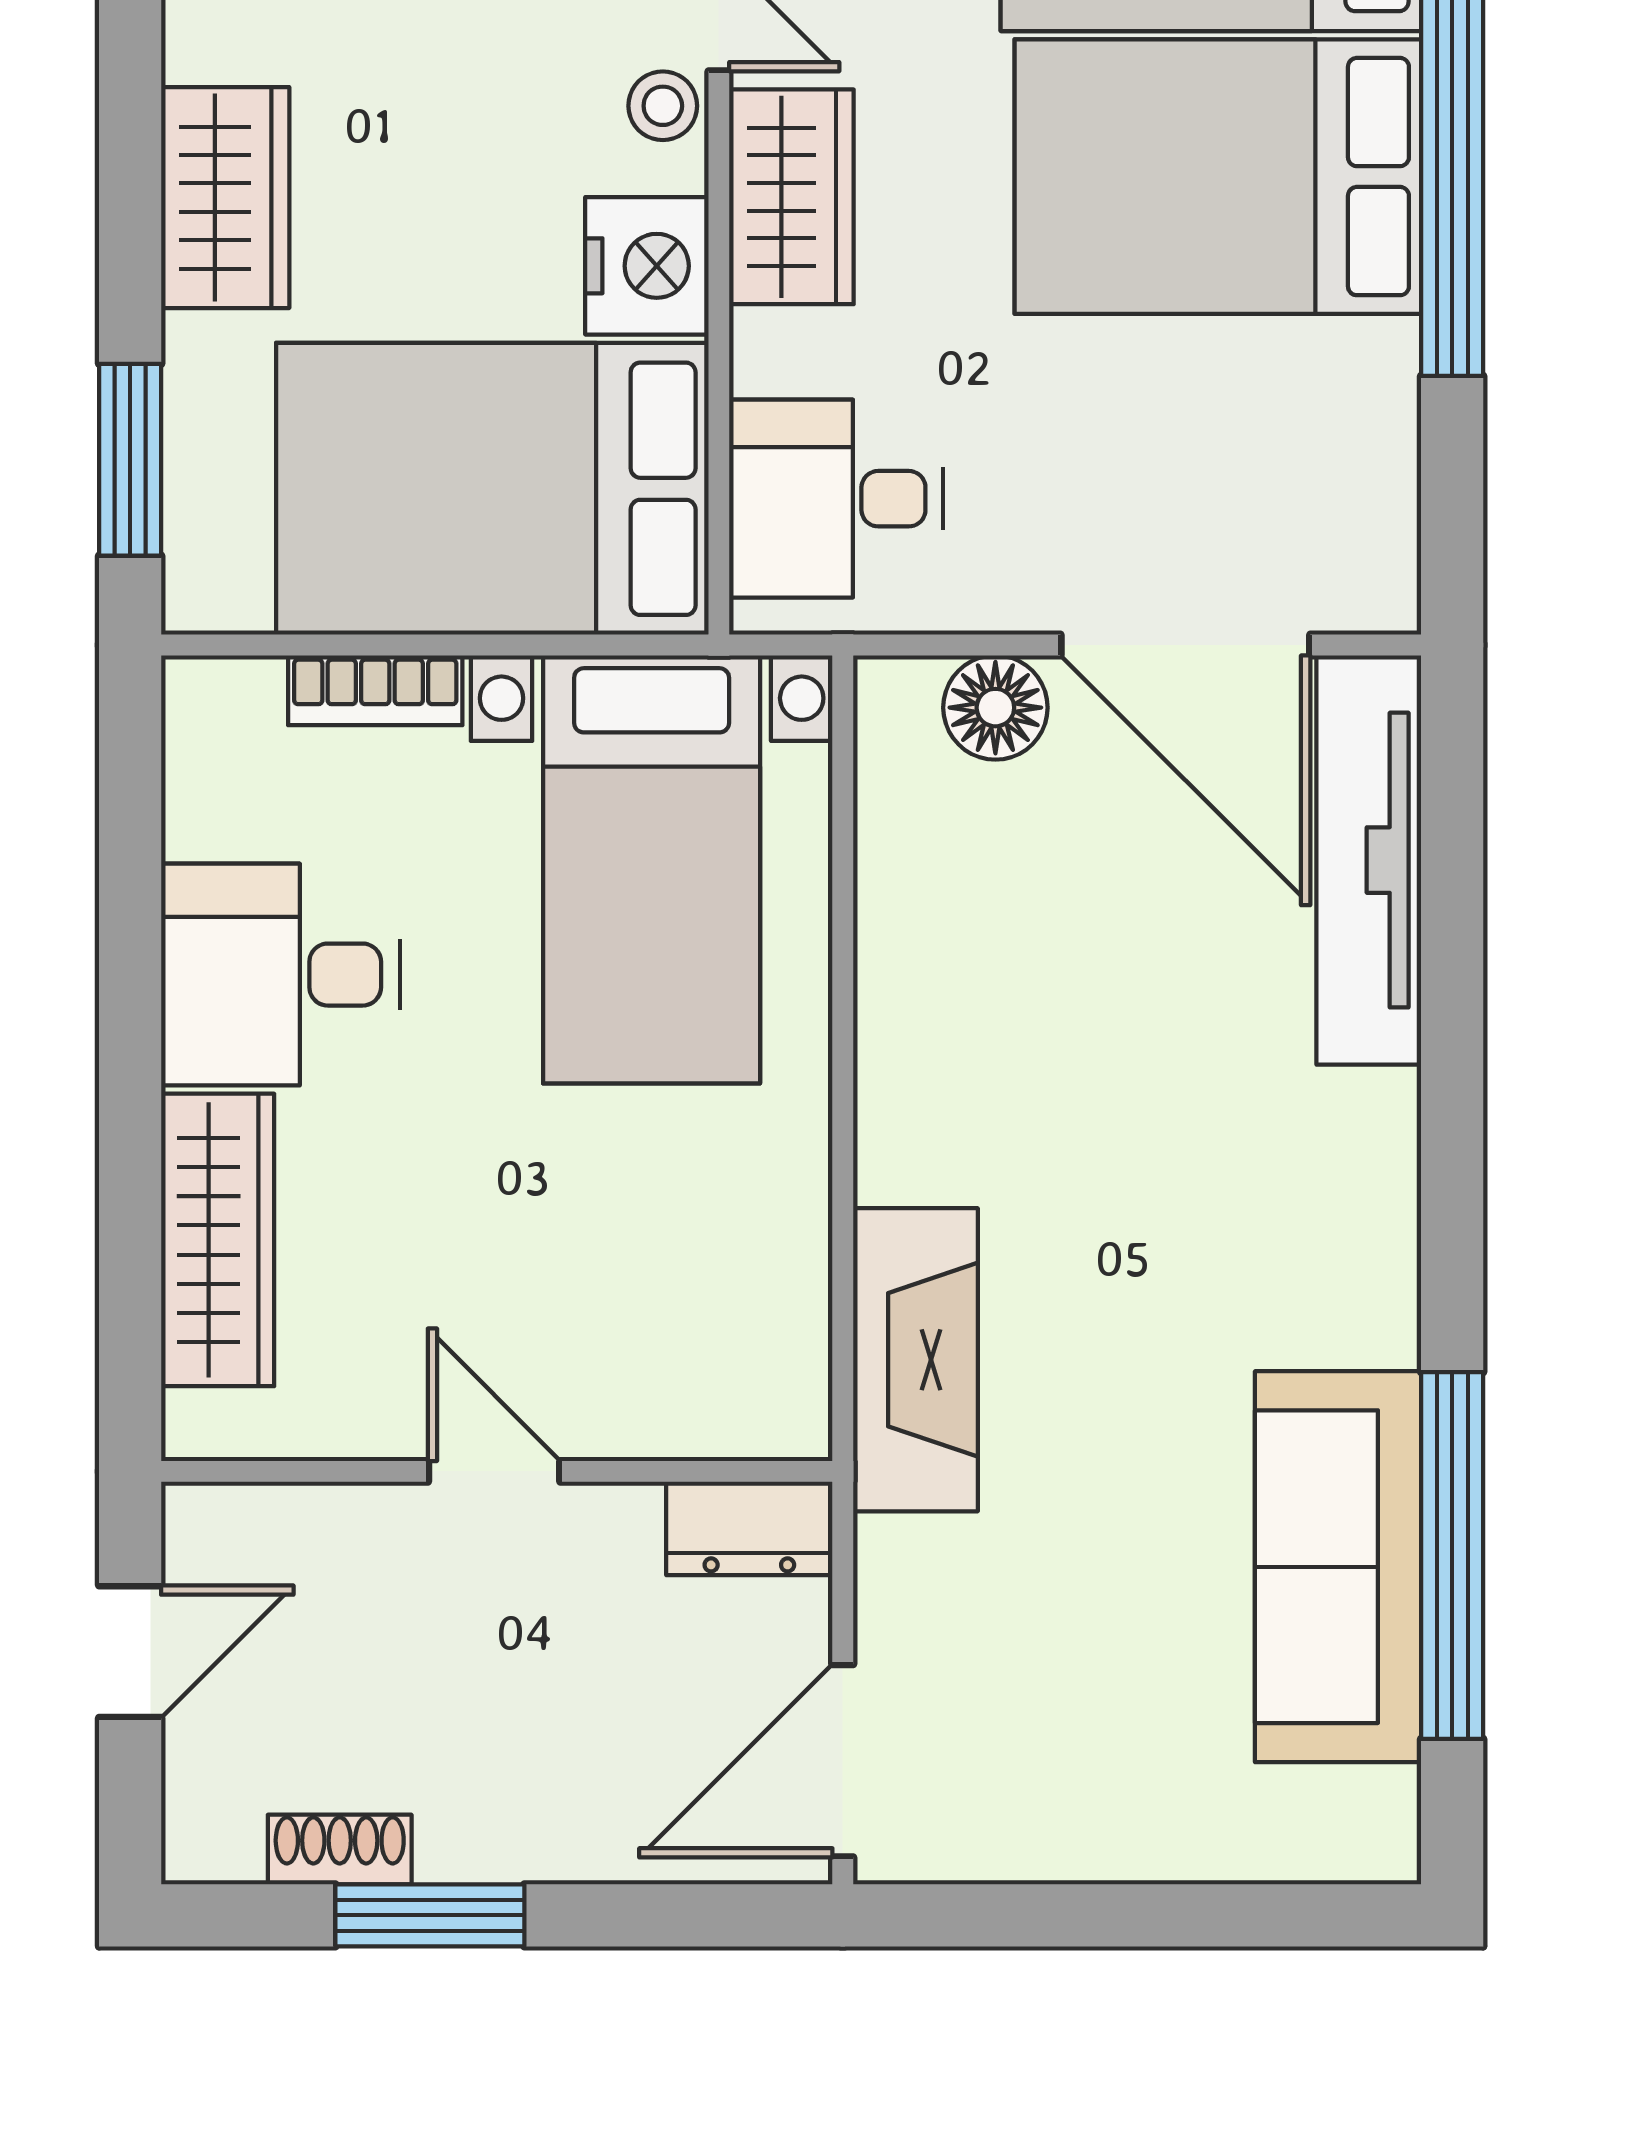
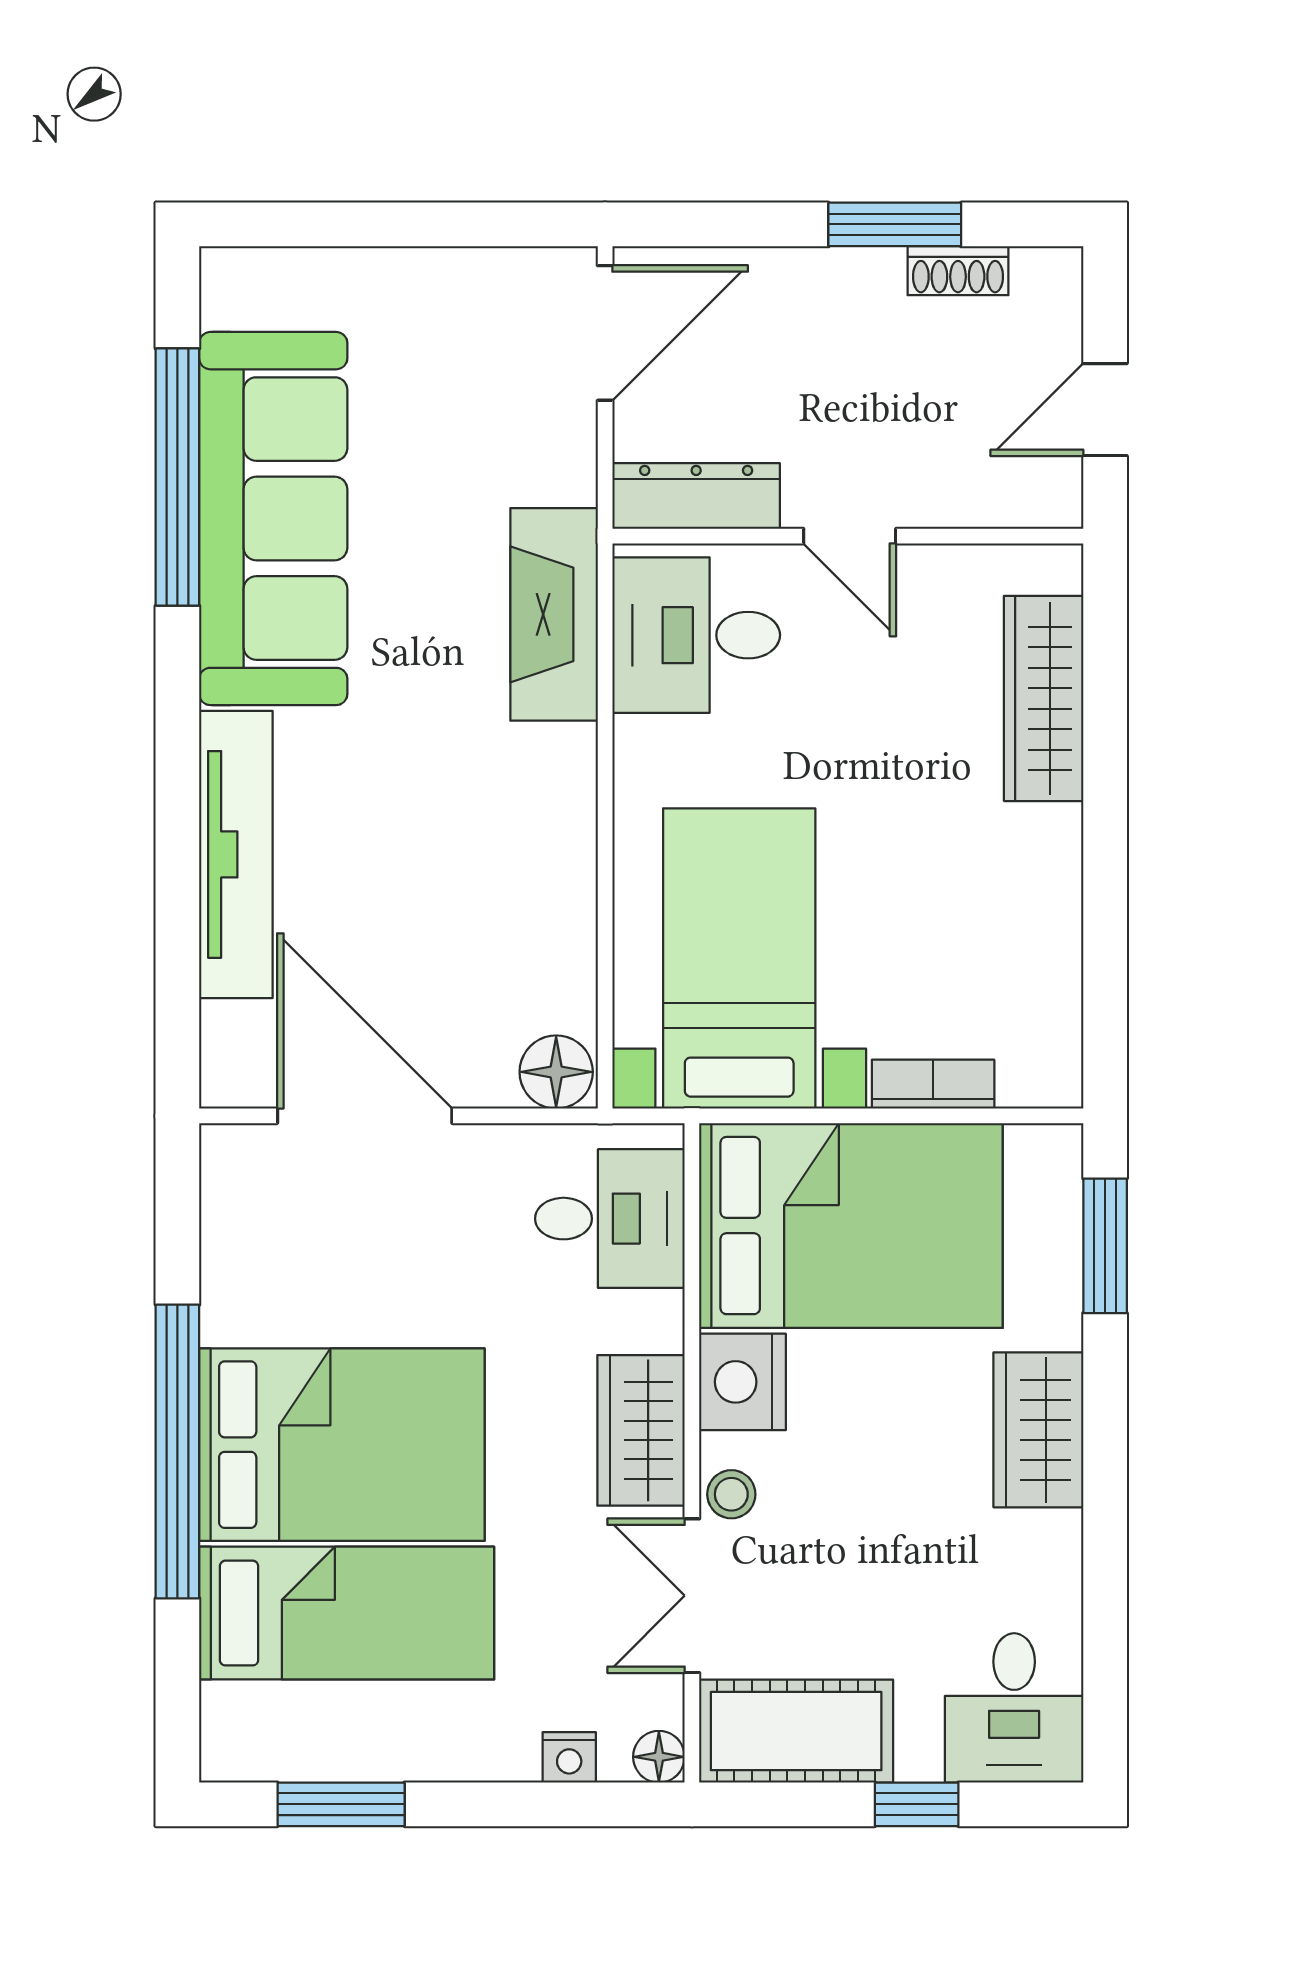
floor lamp: (995, 708) -> (556, 1072), moved
tv unit: (1369, 860) -> (236, 854), moved
desk: (281, 975) -> (696, 635), moved, turned 180
dresser: (749, 1528) -> (696, 496), width x1.44
sofa: (1338, 1567) -> (273, 519), width x1.36, depth x1.27

